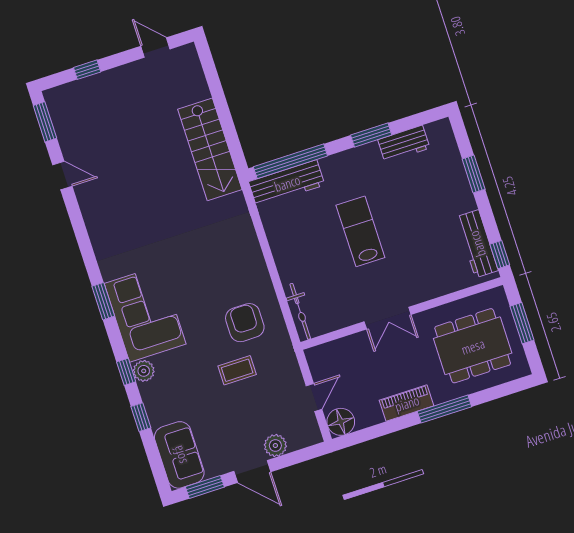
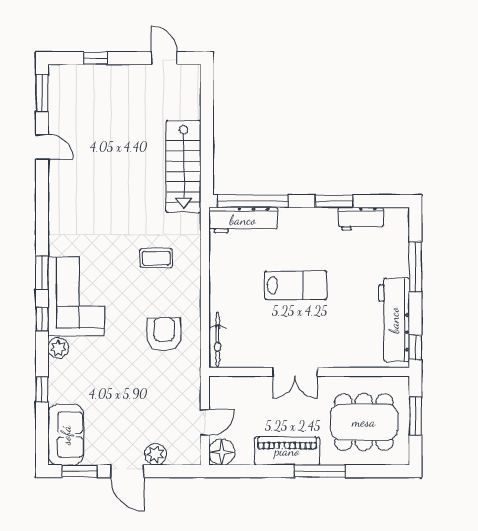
window: (474, 174) -> (415, 267), width x1.44
lab bench: (360, 231) -> (296, 285), turned 90
workbench: (477, 244) -> (394, 320), width x1.36, depth x1.32
coffee table: (237, 370) -> (156, 258), moved
window: (126, 372) -> (42, 319), moved
piano: (407, 403) -> (287, 451), width x1.37, depth x1.33

